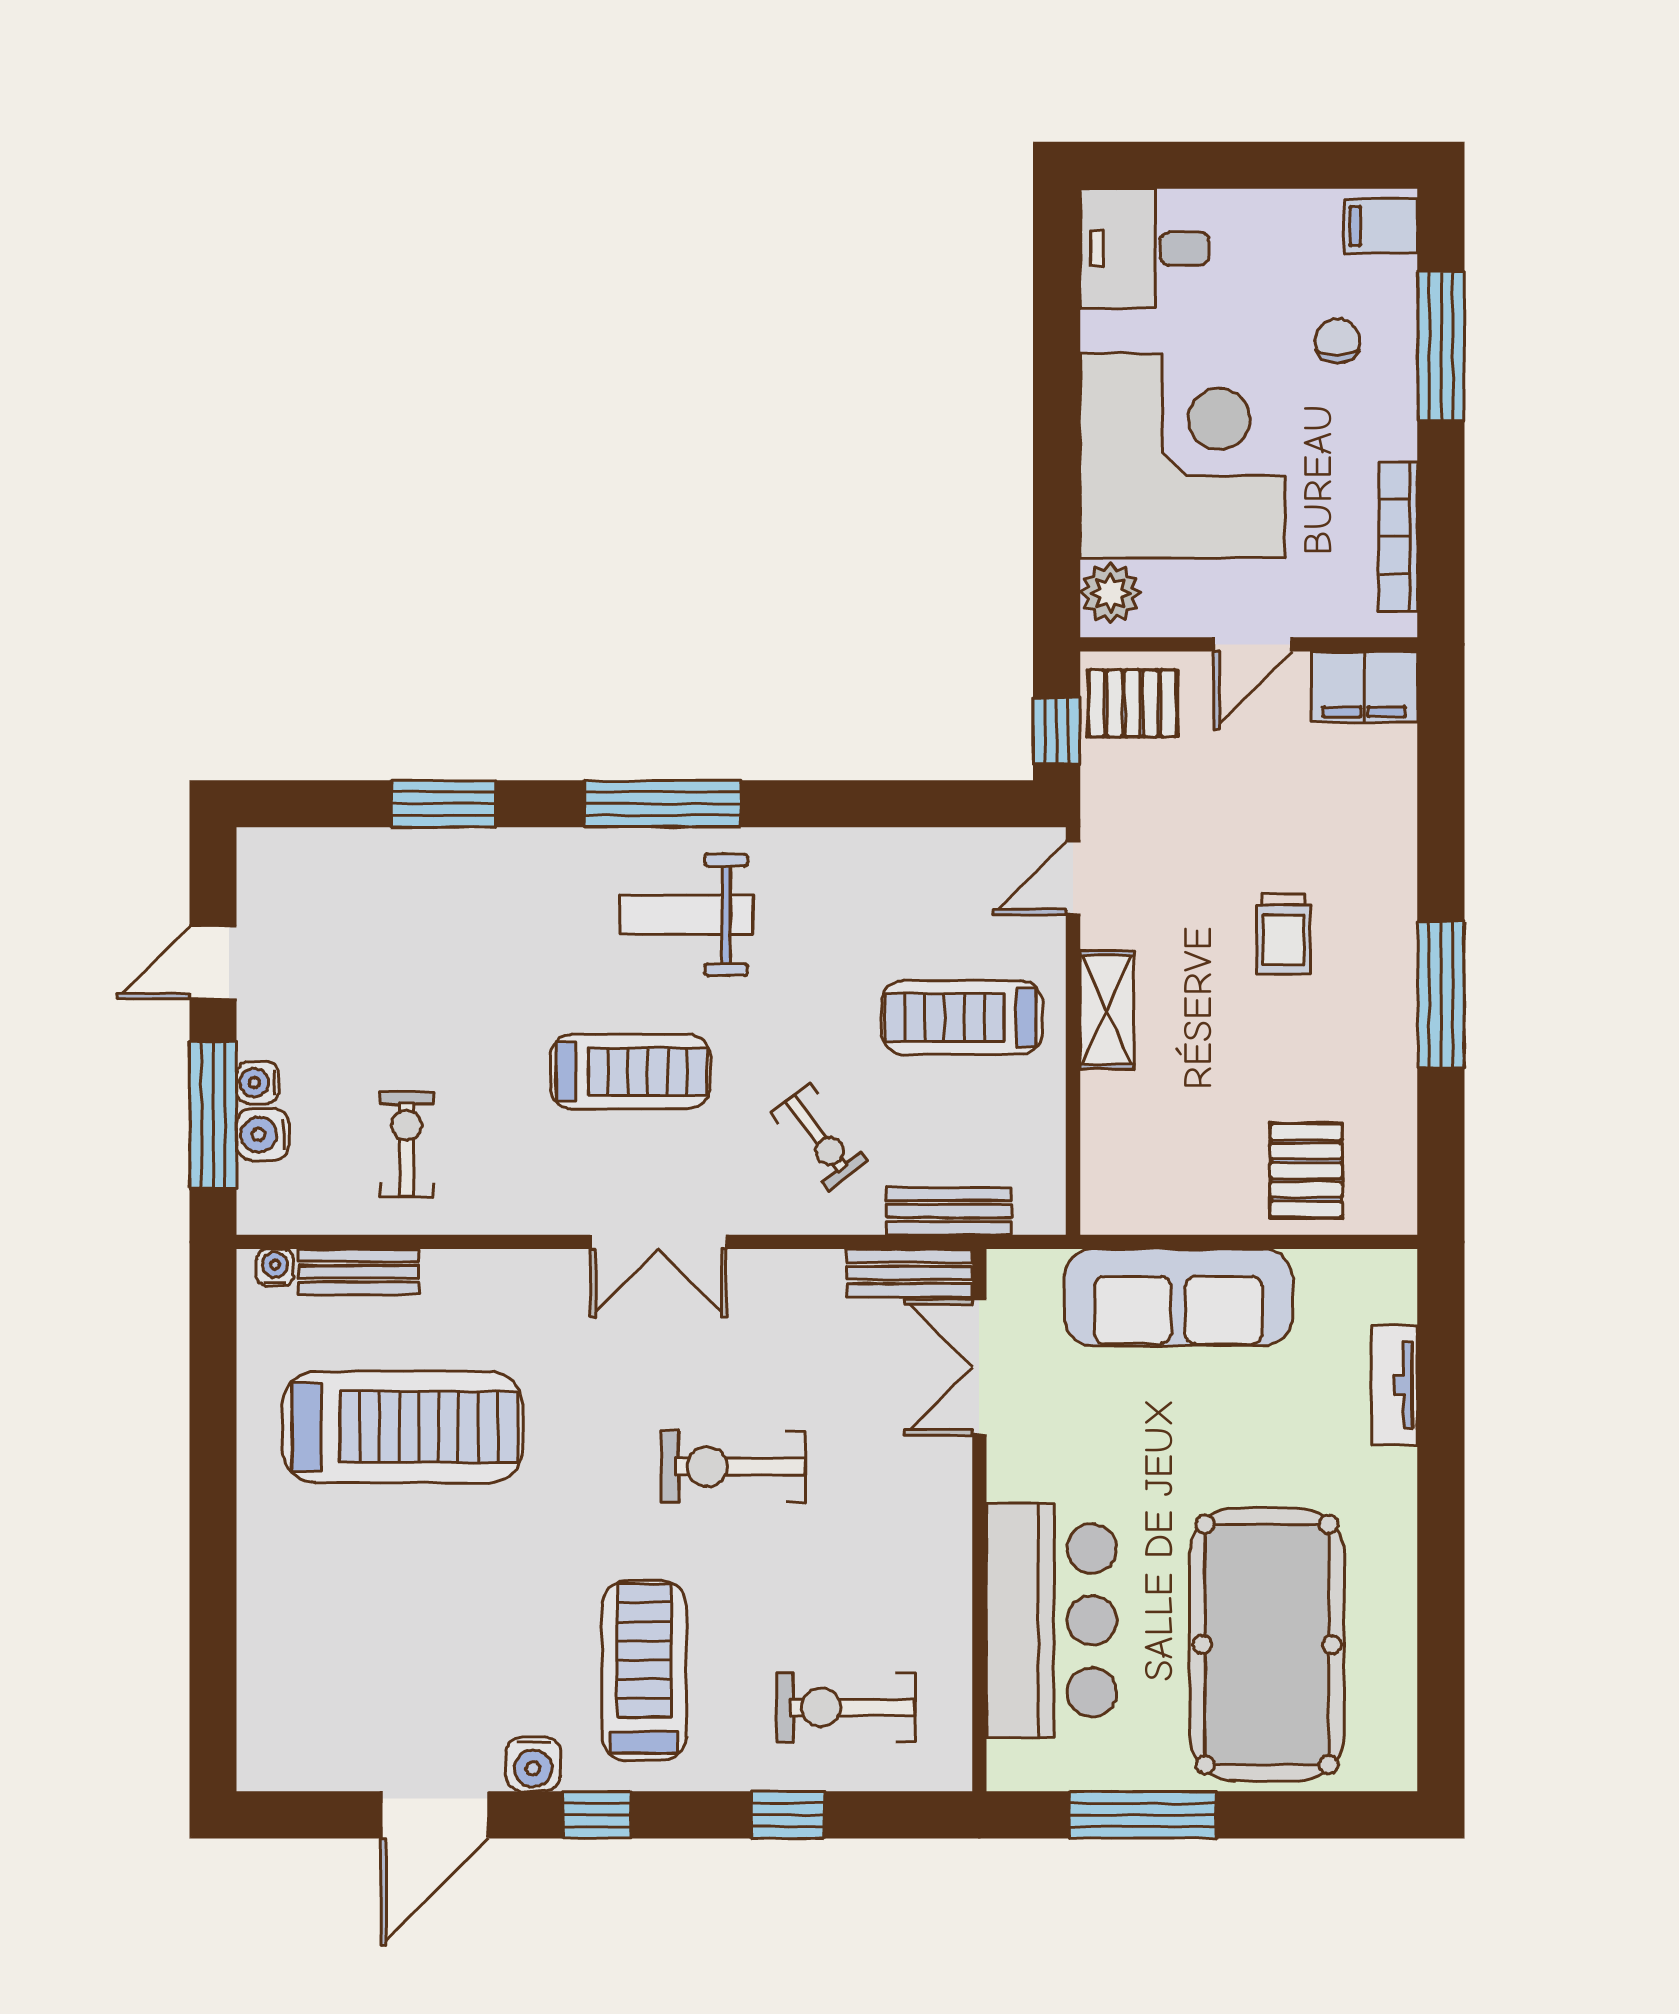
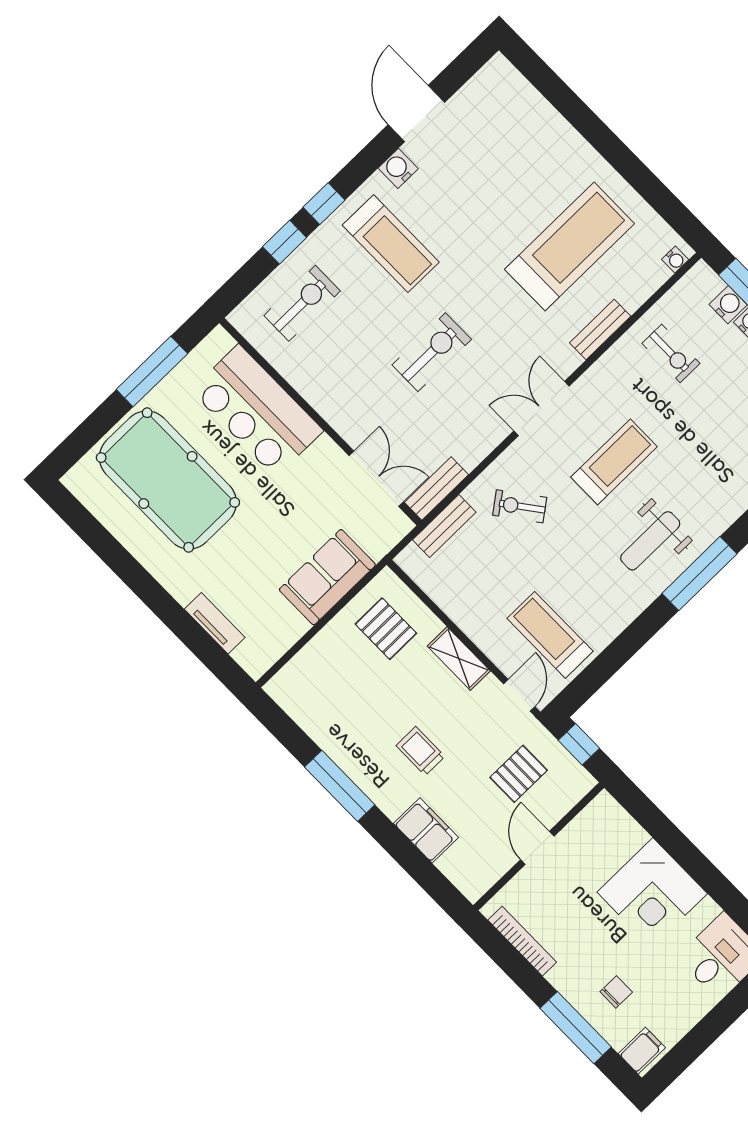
chair: (1337, 341) -> (616, 992), turned -90
corner desk: (1182, 456) -> (652, 893), width x0.74, depth x0.74
plant: (1110, 593) -> (609, 815), removed
filing cabinet: (1364, 687) -> (426, 830), moved, turned 90
pallet: (1133, 703) -> (519, 774), moved
weight bench: (686, 915) -> (650, 541), turned 180
treadmill: (962, 1017) -> (550, 635), moved, turned -90
treadmill: (630, 1072) -> (614, 462), turned 180
pallet: (1306, 1171) -> (386, 629), moved
bench: (358, 1272) -> (600, 330), moved
sofa: (1178, 1297) -> (327, 577), width x0.73
treadmill: (402, 1427) -> (570, 246), turned 180
window: (597, 1815) -> (324, 204), moved

